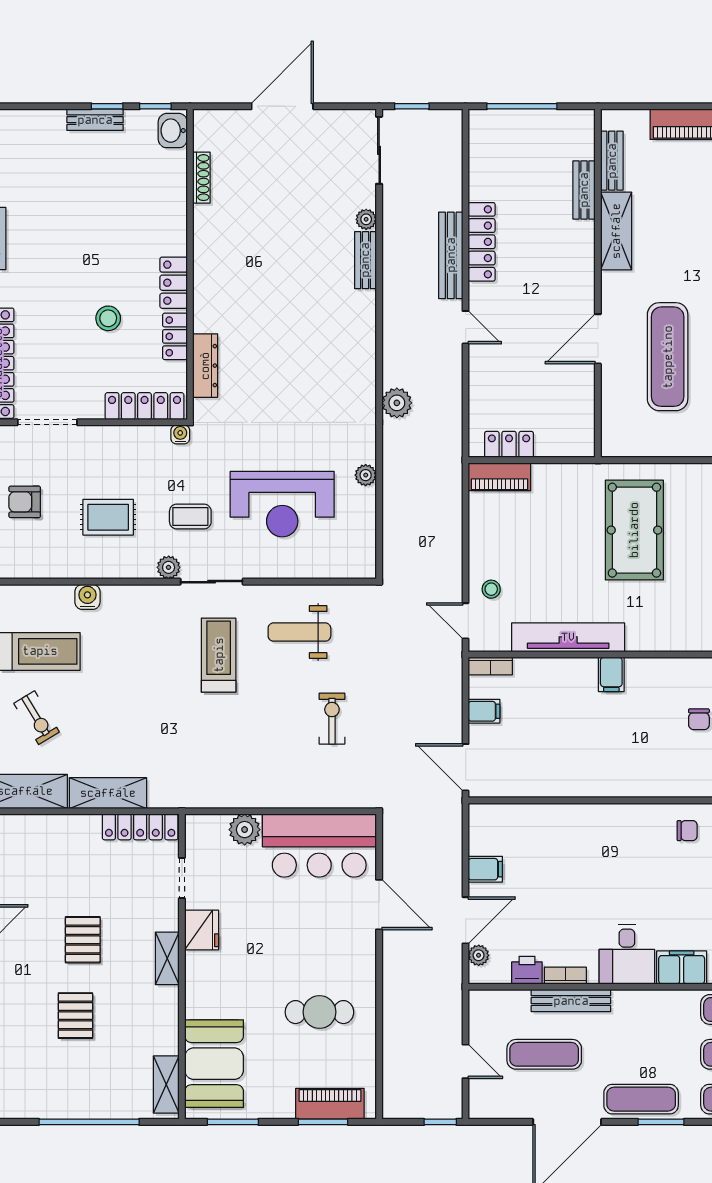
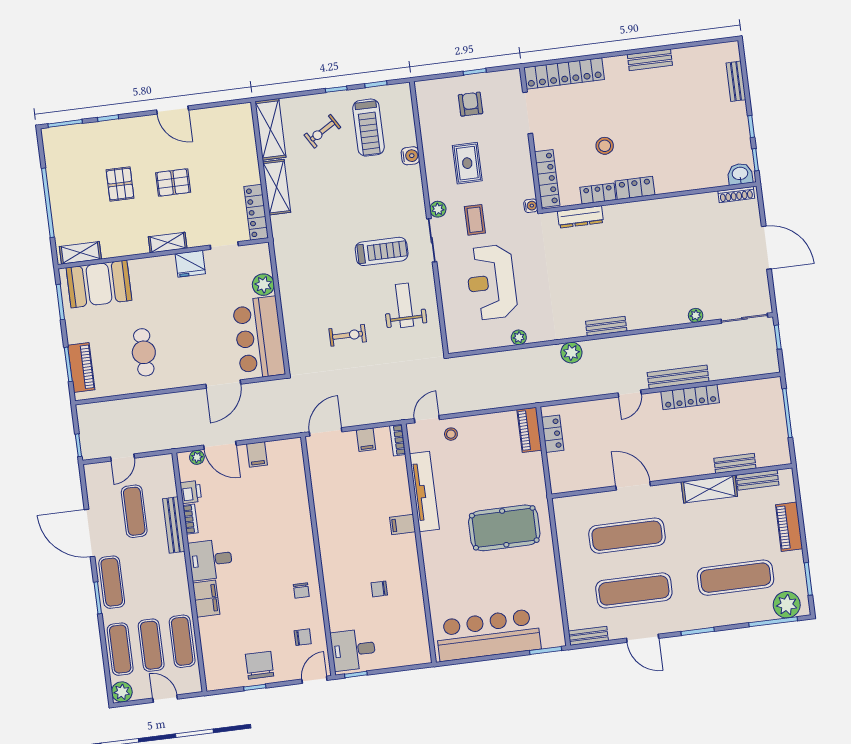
bench: (95, 120) -> (736, 81), moved
shoe rack: (201, 178) -> (736, 195), moved
bench: (365, 260) -> (606, 326), moved
pallet: (75, 1016) -> (120, 184), turned 90

